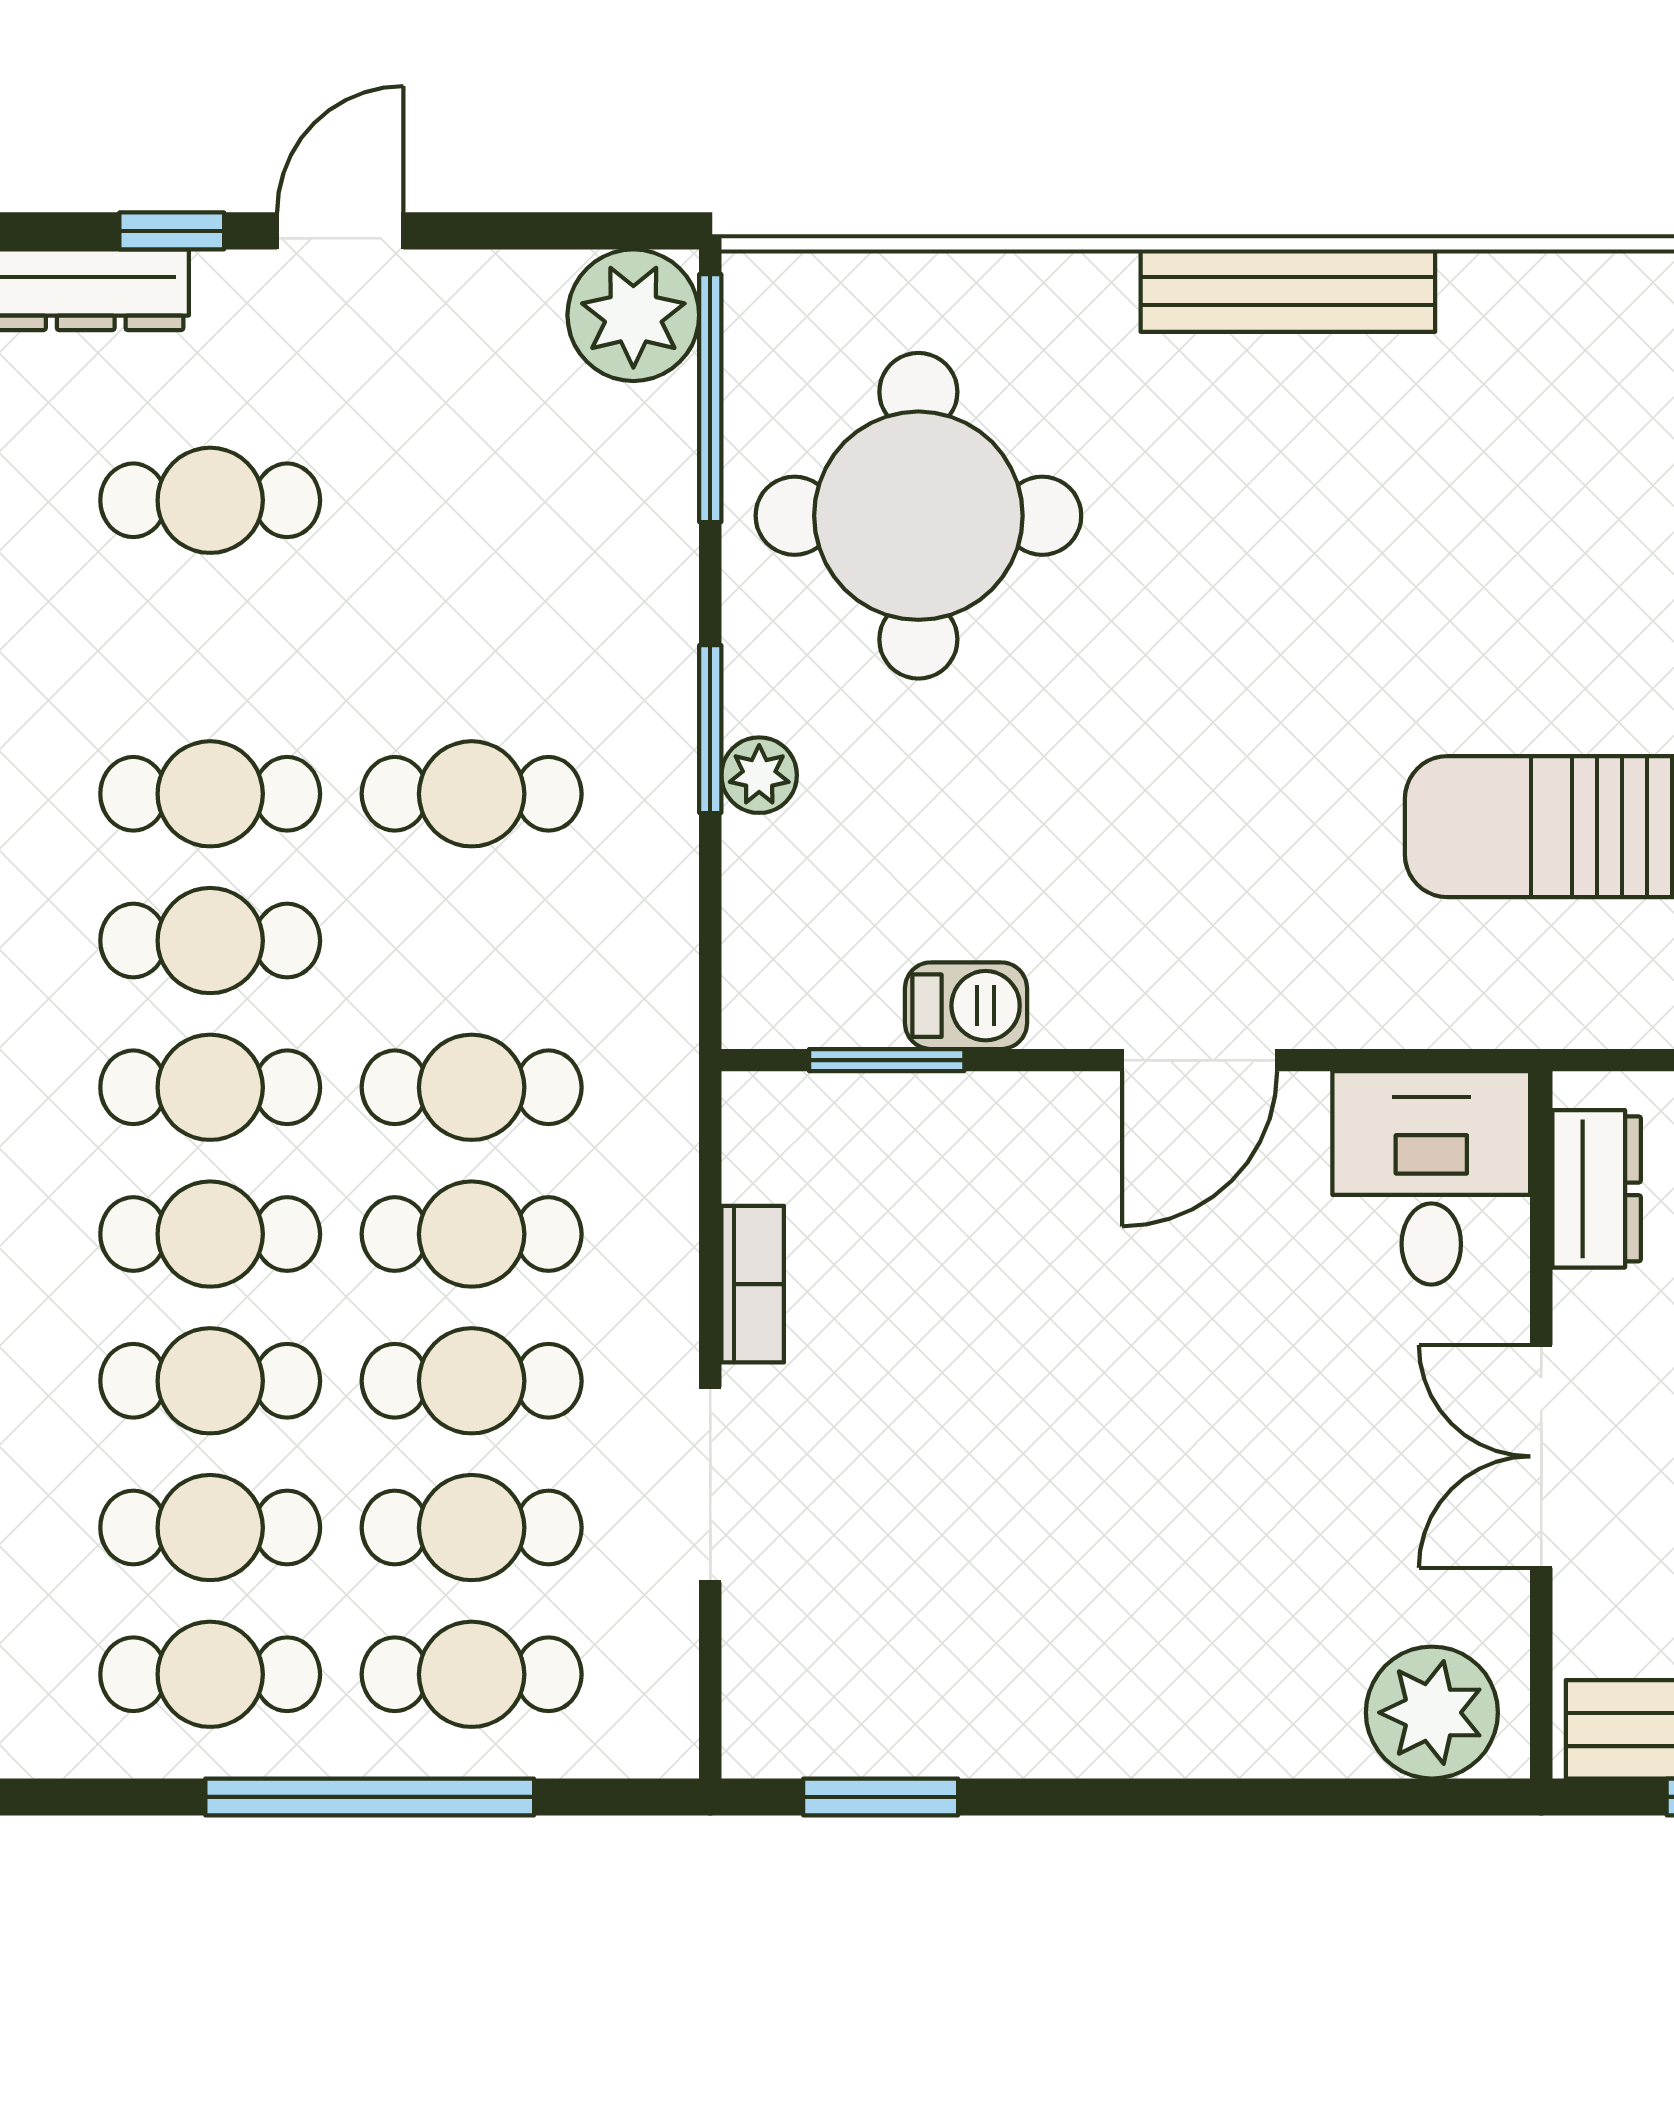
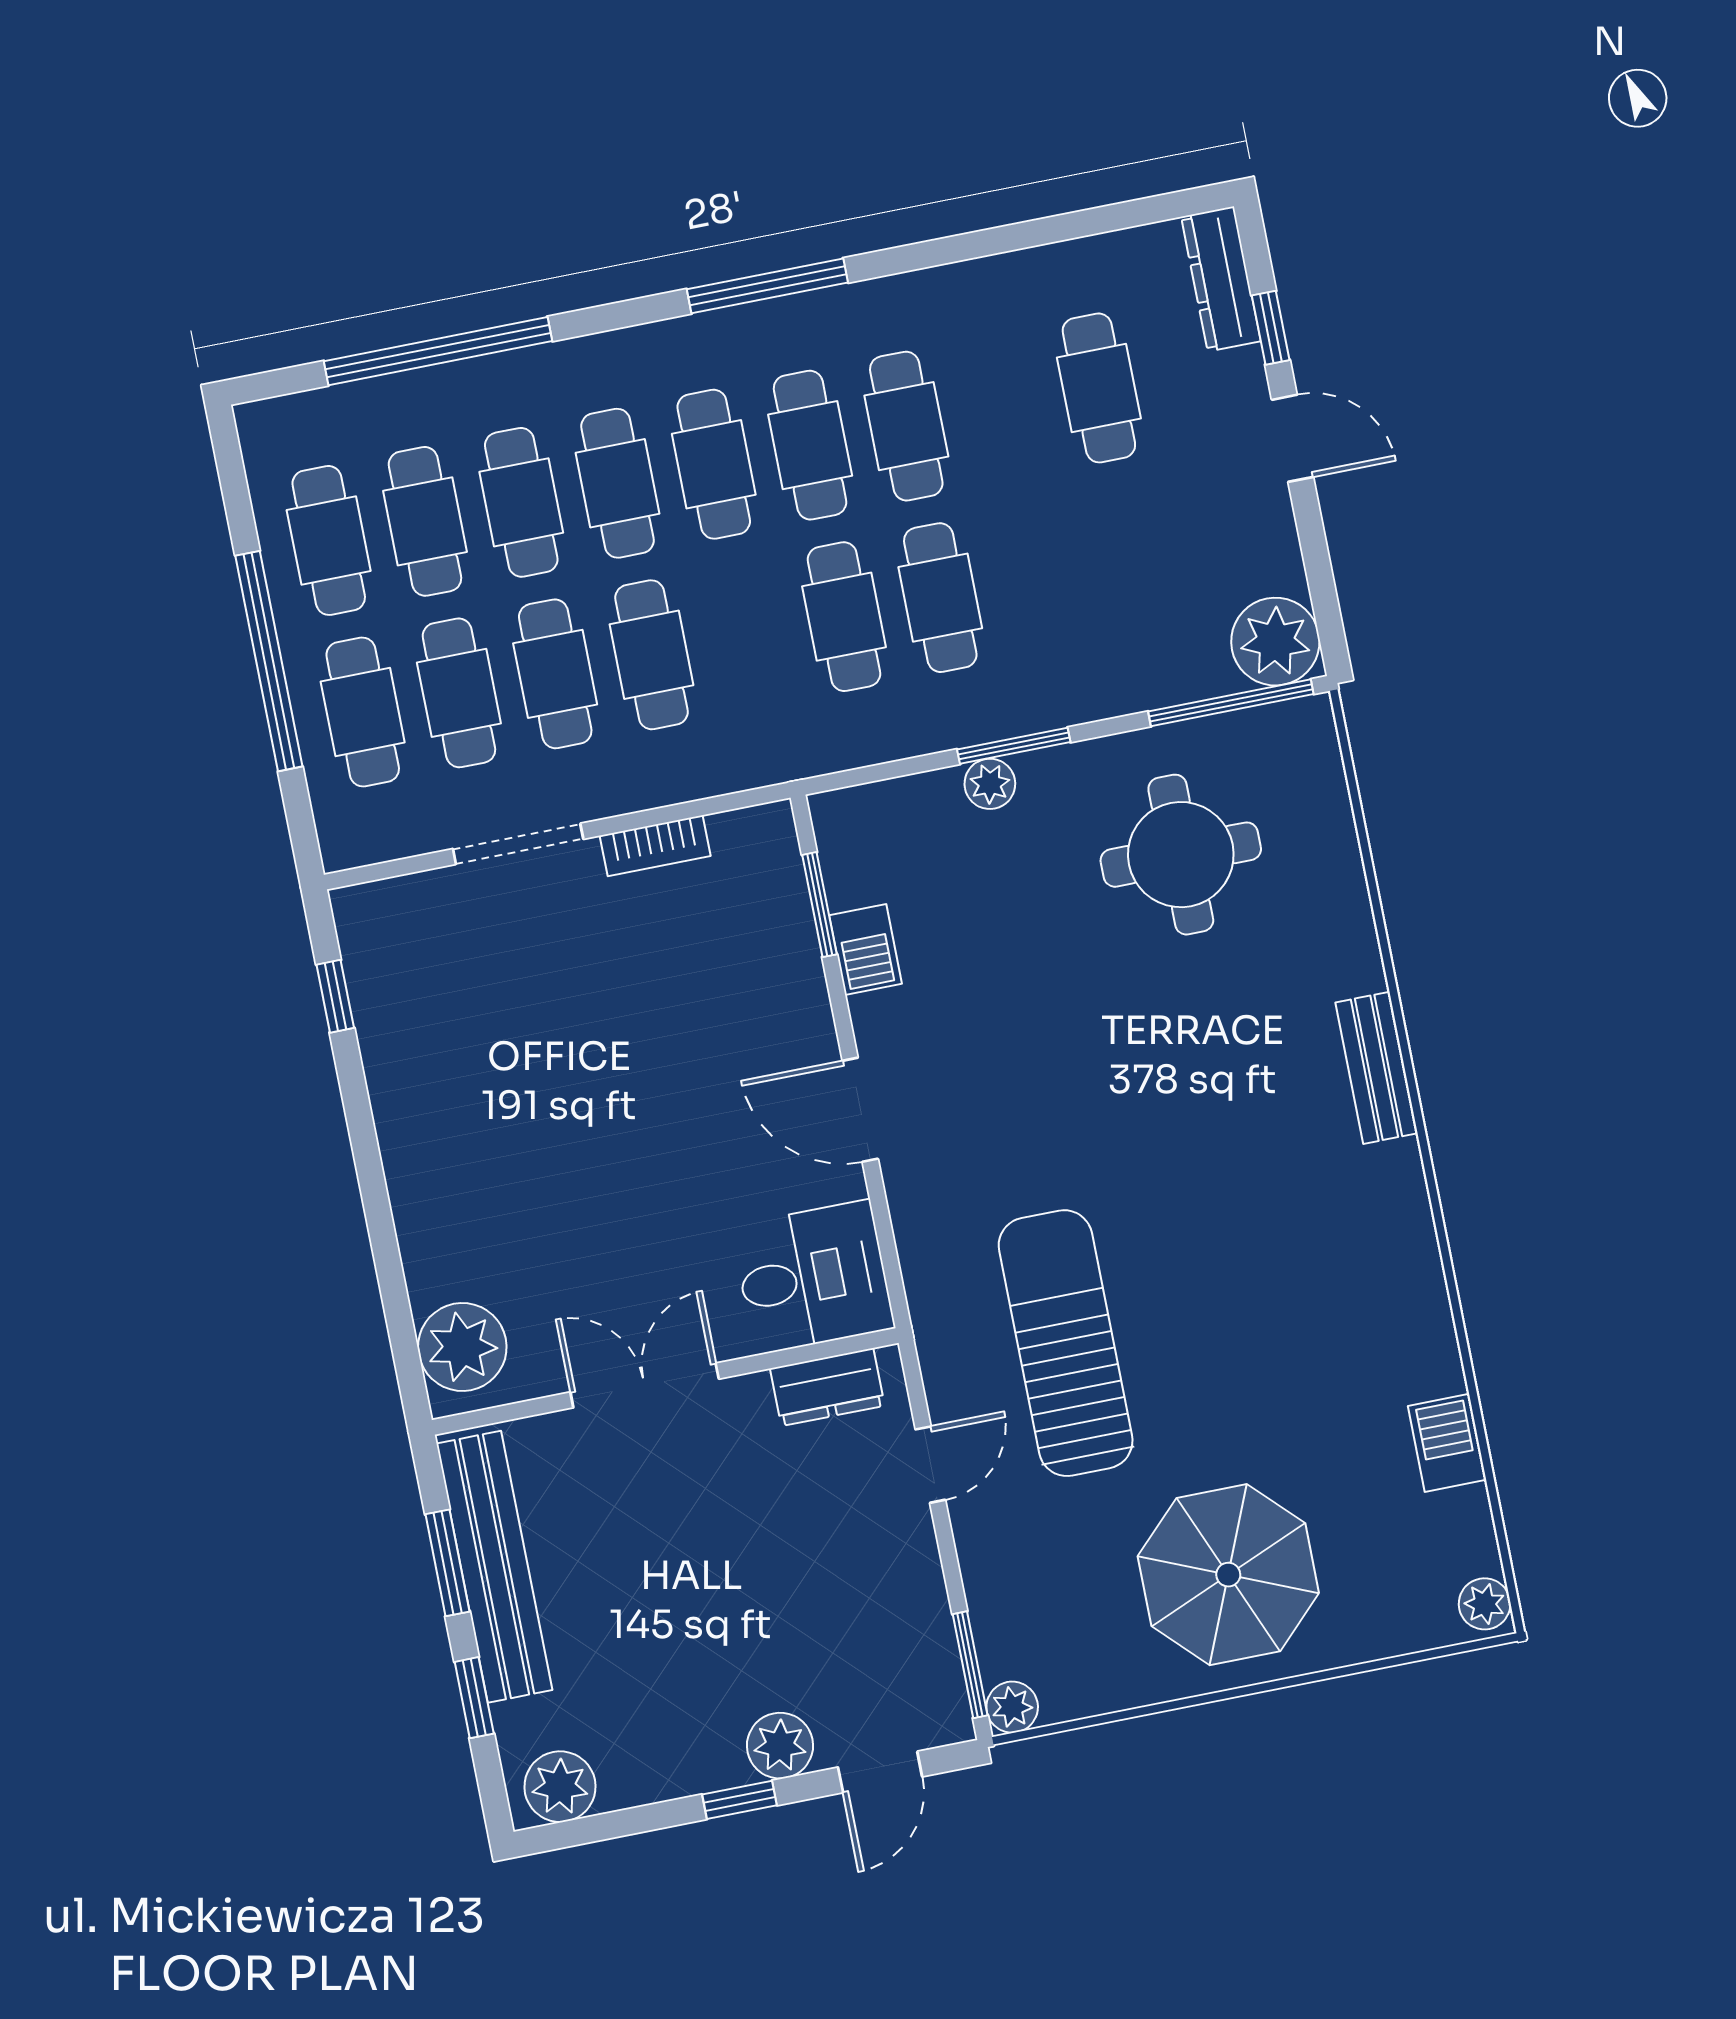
bench: (1288, 291) -> (1376, 1068), width x0.73
round table: (918, 516) -> (1181, 855), width x0.73, depth x0.73
cafe table: (472, 1087) -> (844, 617), moved
window: (881, 1797) -> (335, 996), width x0.67

